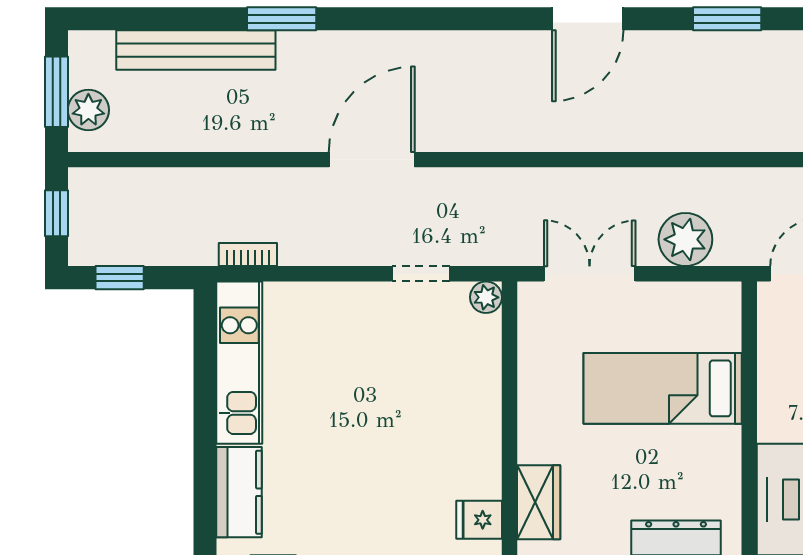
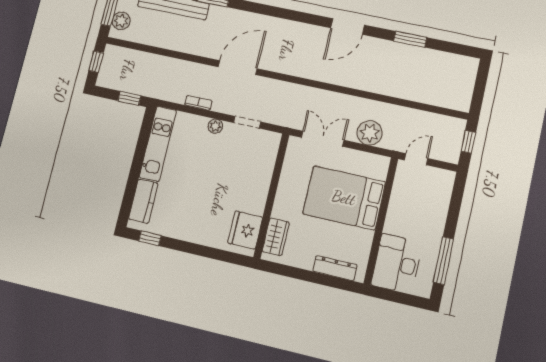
bookcase: (248, 255) -> (198, 103), moved
window: (120, 278) -> (129, 98), moved
plant: (486, 297) -> (215, 126), moved
bed: (663, 388) -> (344, 198), width x1.50
fridge: (479, 520) -> (245, 230), width x1.88, depth x1.34

